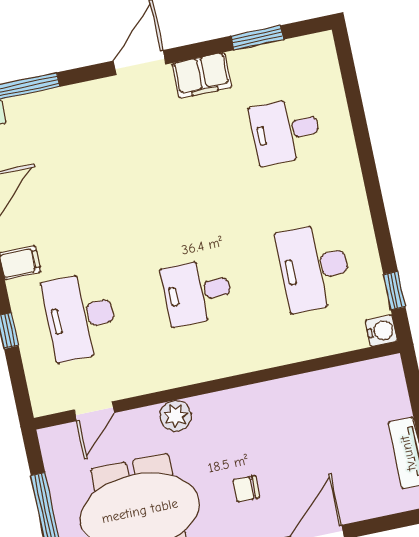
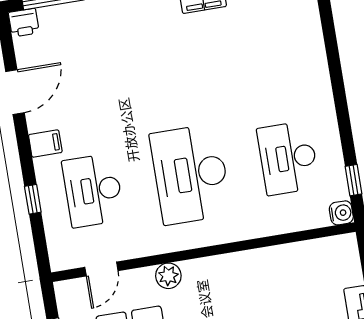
desk: (285, 131) -> (269, 44), removed
desk: (197, 292) -> (191, 174), width x1.87, depth x1.30

